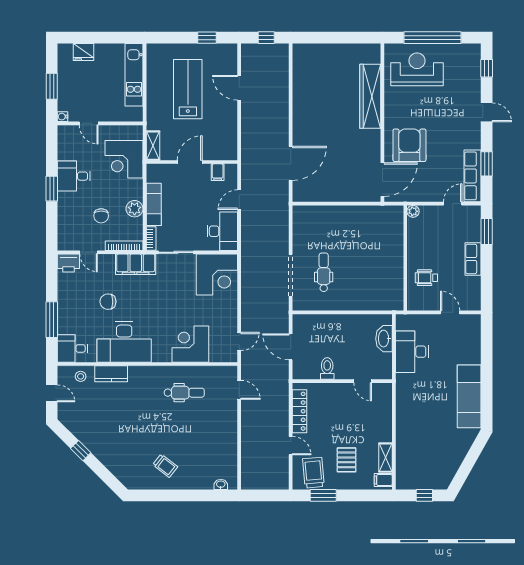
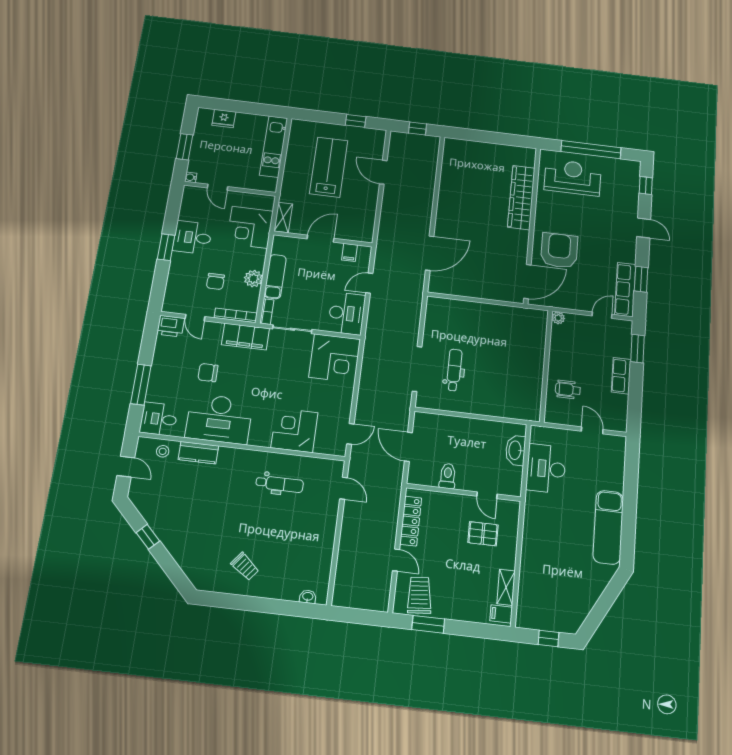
pallet: (346, 460) -> (483, 534), moved, turned 90

